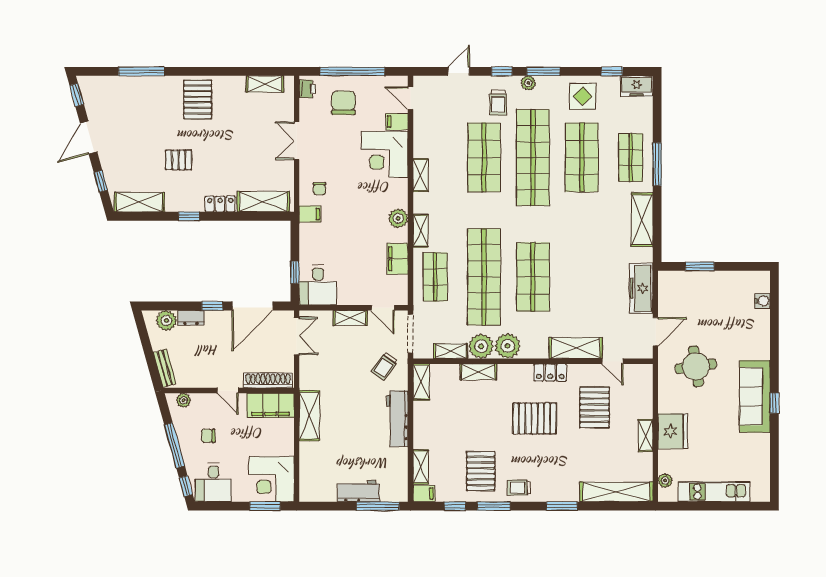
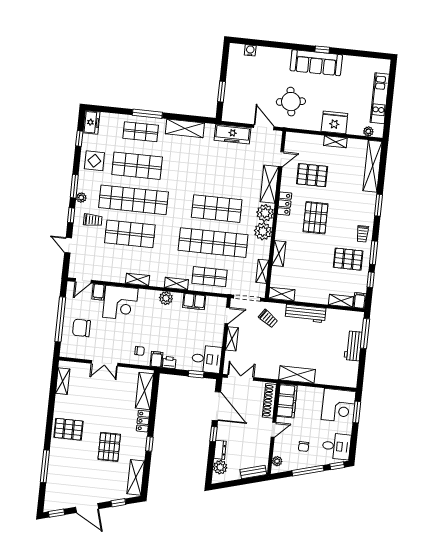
printer: (307, 89) -> (169, 362), moved
pallet: (179, 160) -> (109, 447), width x1.50, depth x1.42
plant: (481, 346) -> (265, 213), moved

